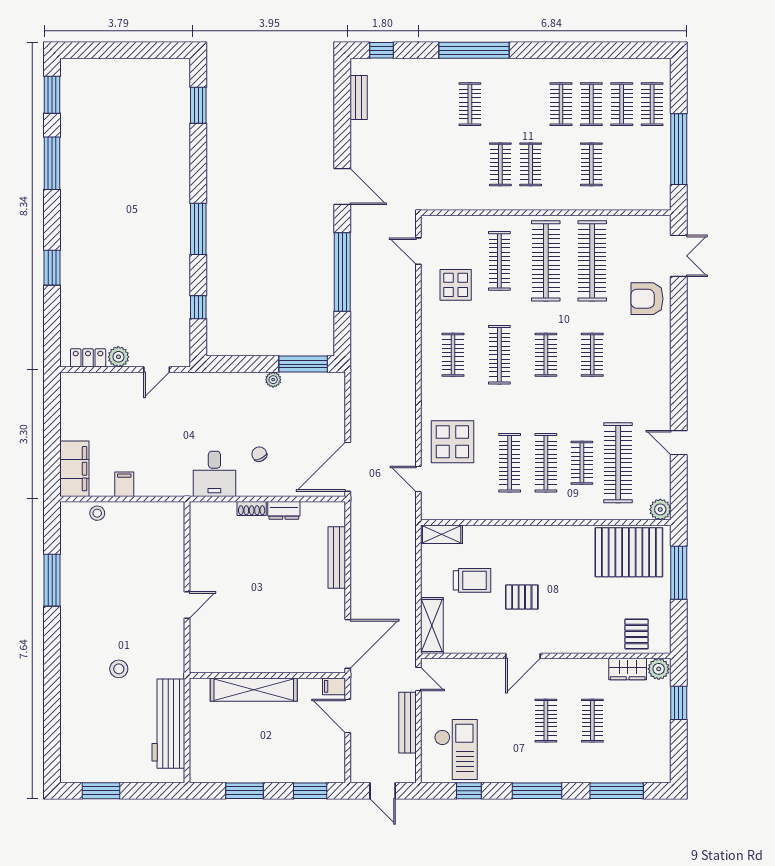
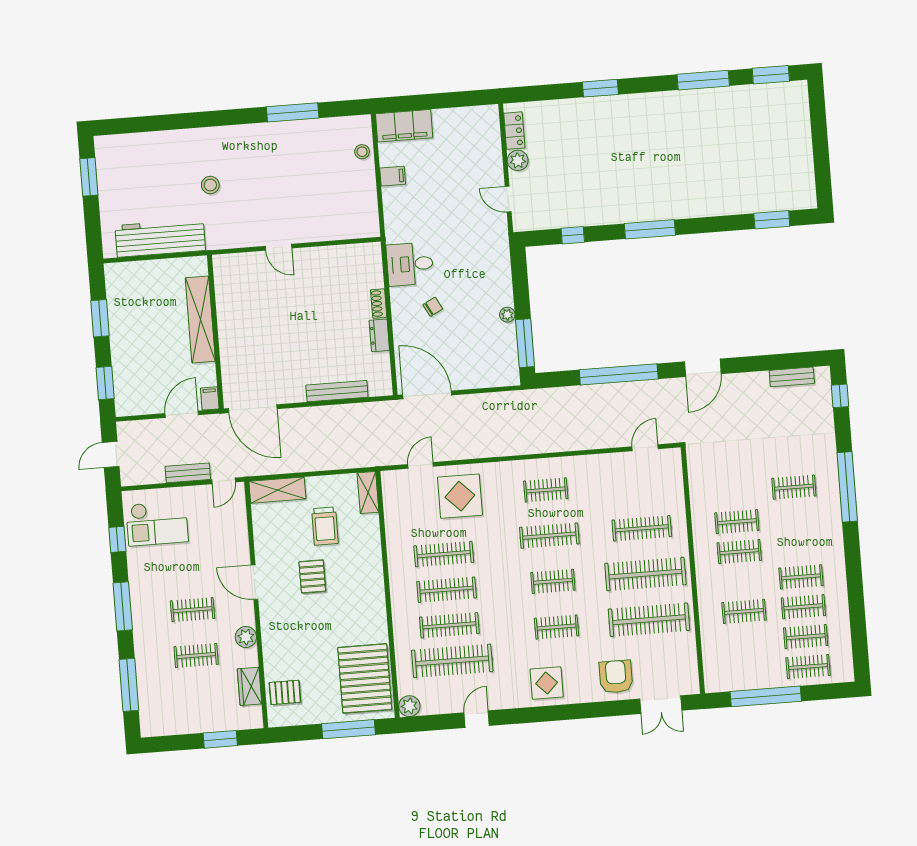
display table: (456, 285) -> (547, 683), moved
clothes rail: (582, 463) -> (449, 625), width x1.36
plant: (659, 669) -> (246, 637), moved
bench: (407, 723) -> (188, 473), width x0.73

